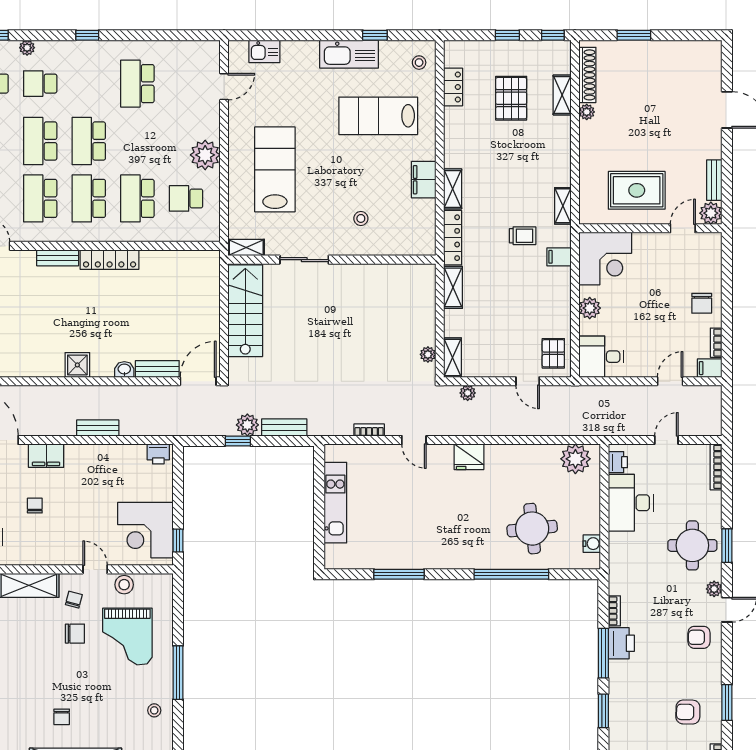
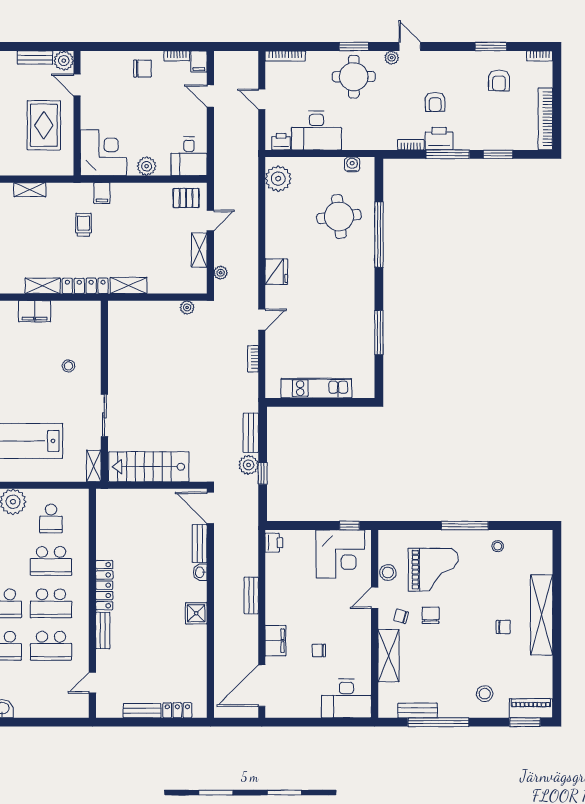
shelving: (563, 206) -> (30, 190), moved
shelving: (452, 358) -> (199, 250), moved, turned 90
armchair: (699, 637) -> (435, 102), moved

